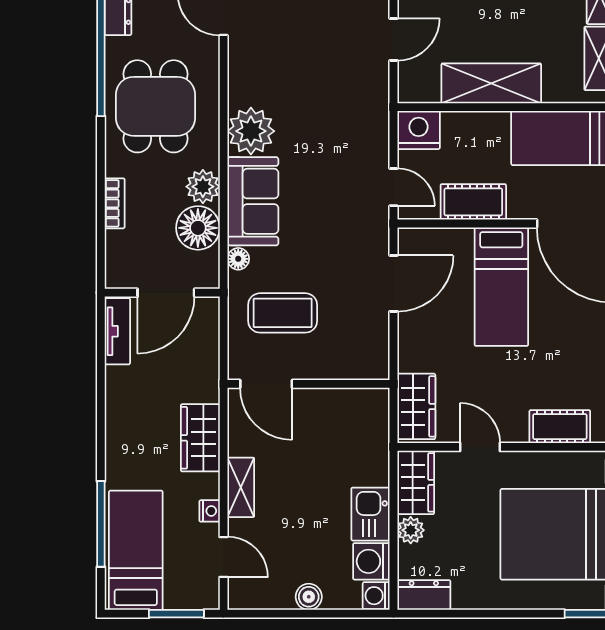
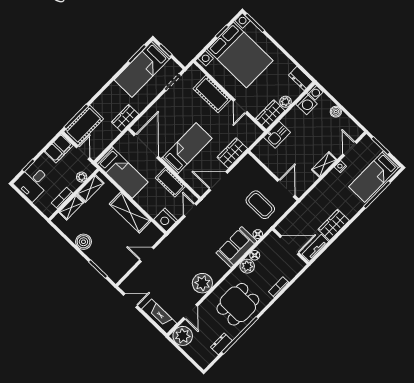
plant: (251, 131) -> (202, 283), moved
floor lamp: (198, 228) -> (255, 255), width x0.53, depth x0.53
wardrobe: (416, 406) -> (232, 153), moved
cot: (560, 427) -> (212, 94), width x1.37, depth x1.34
wardrobe: (200, 438) -> (334, 225), moved, turned 180
kitchen sink: (370, 514) -> (277, 135), moved

